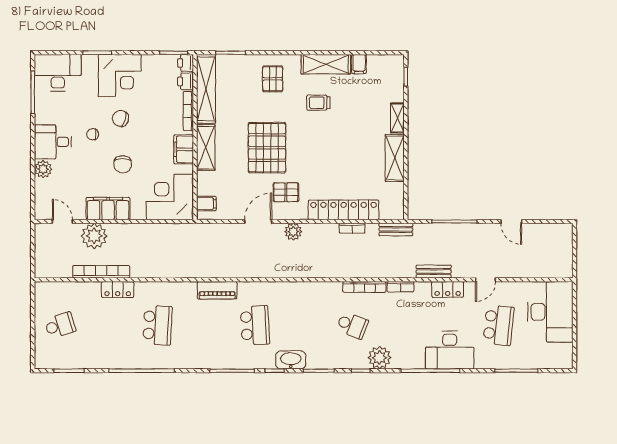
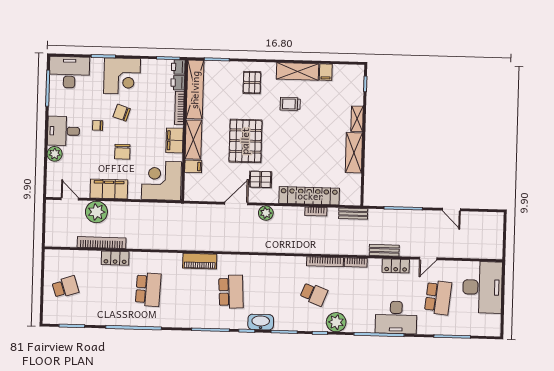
filing cabinet: (206, 203) -> (193, 166), moved

